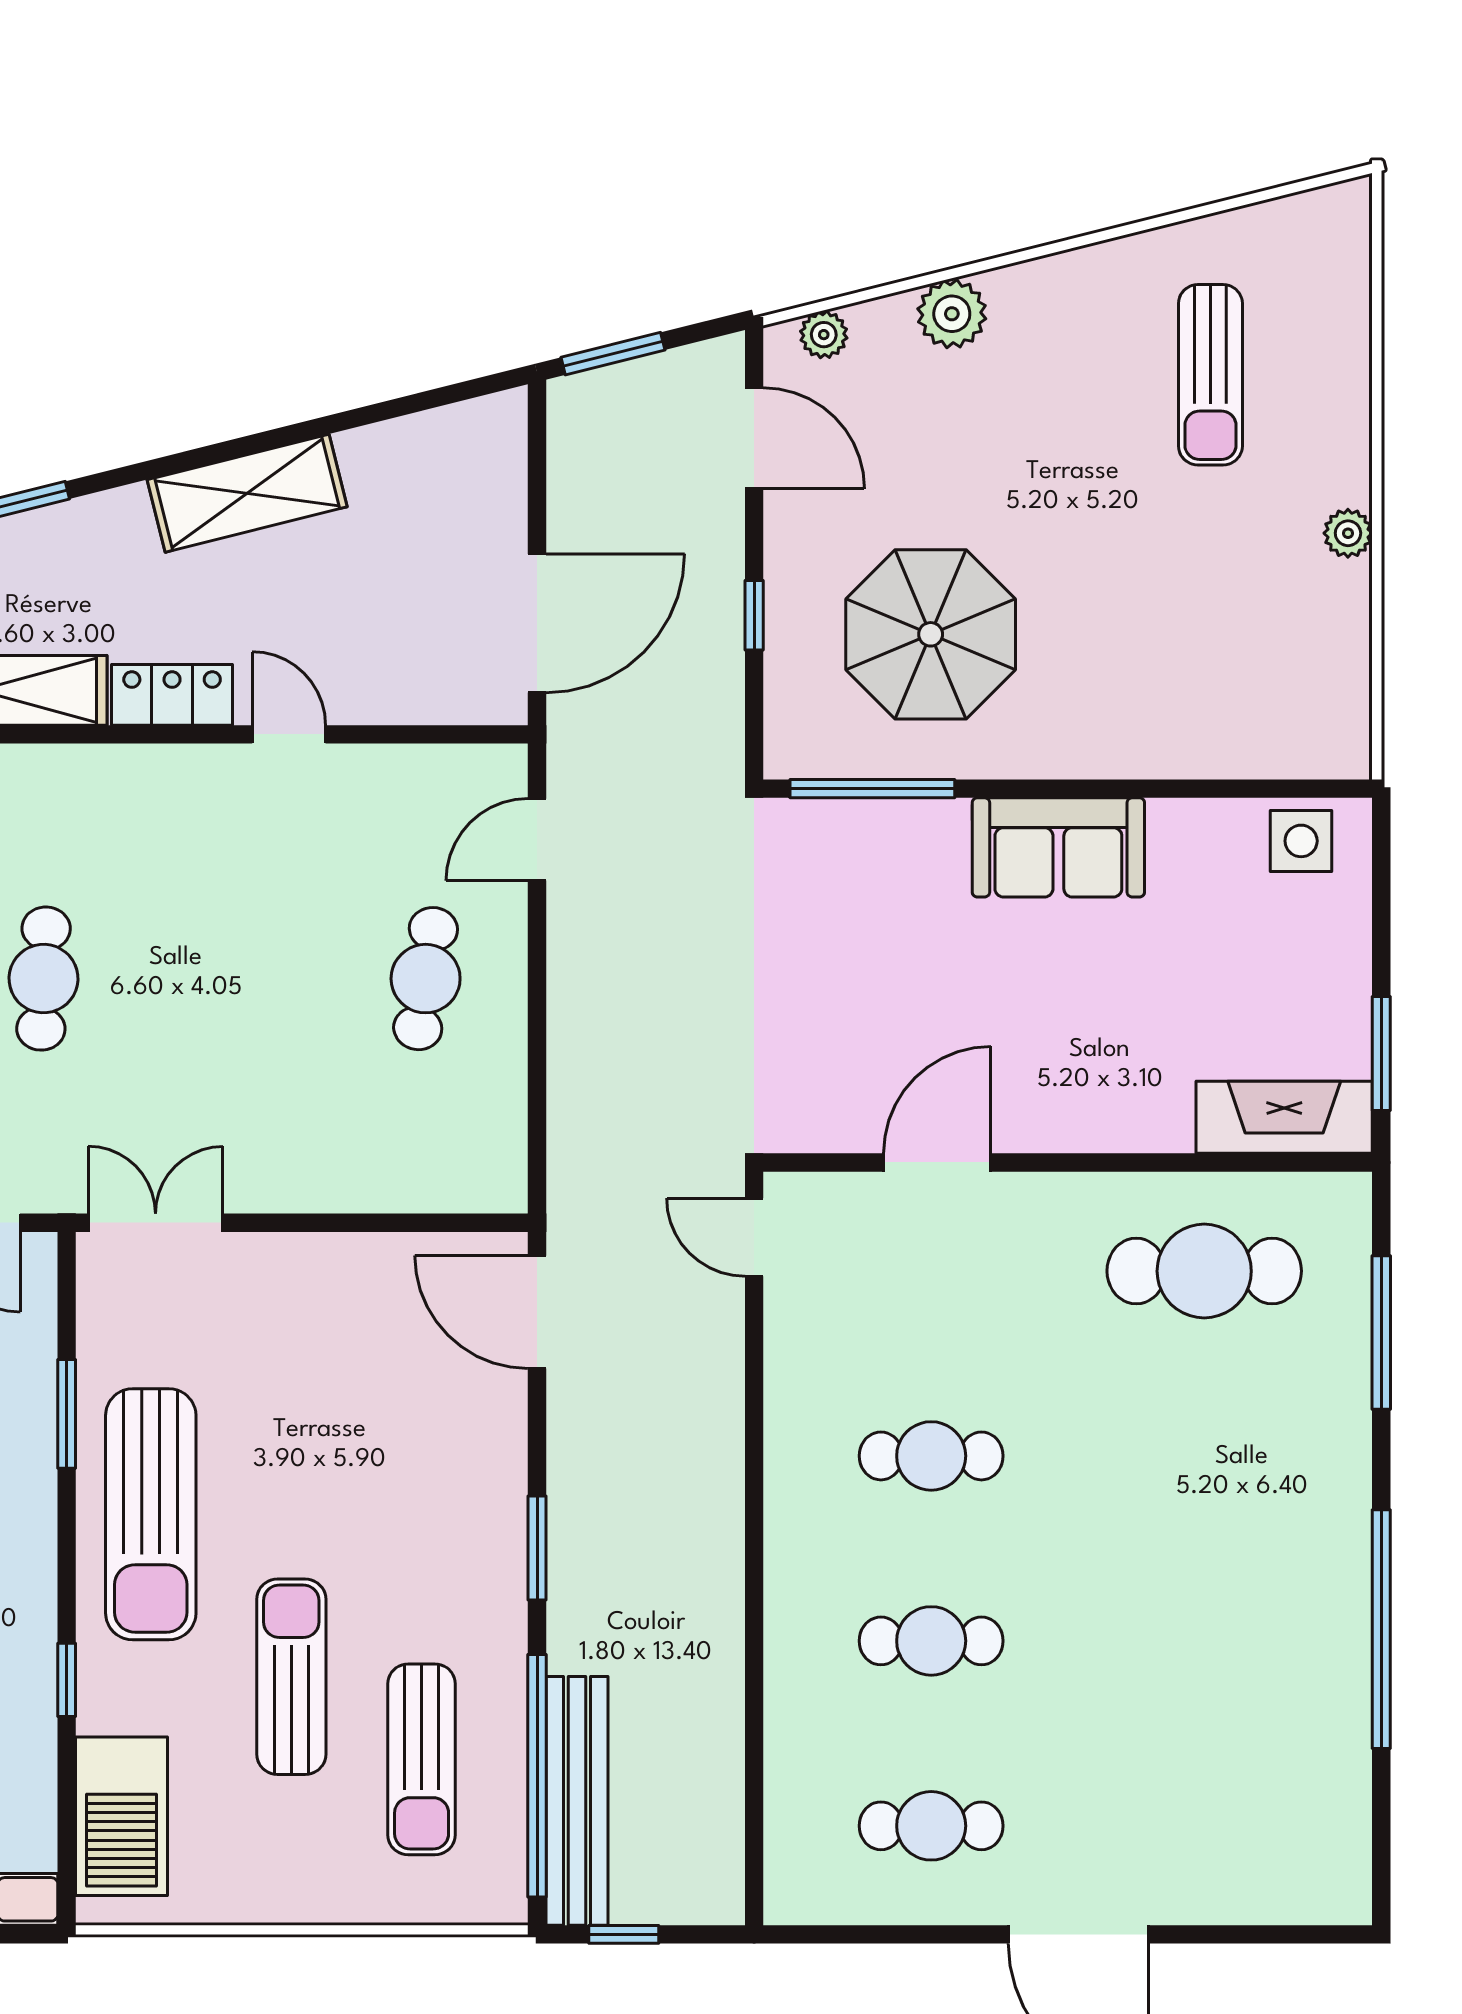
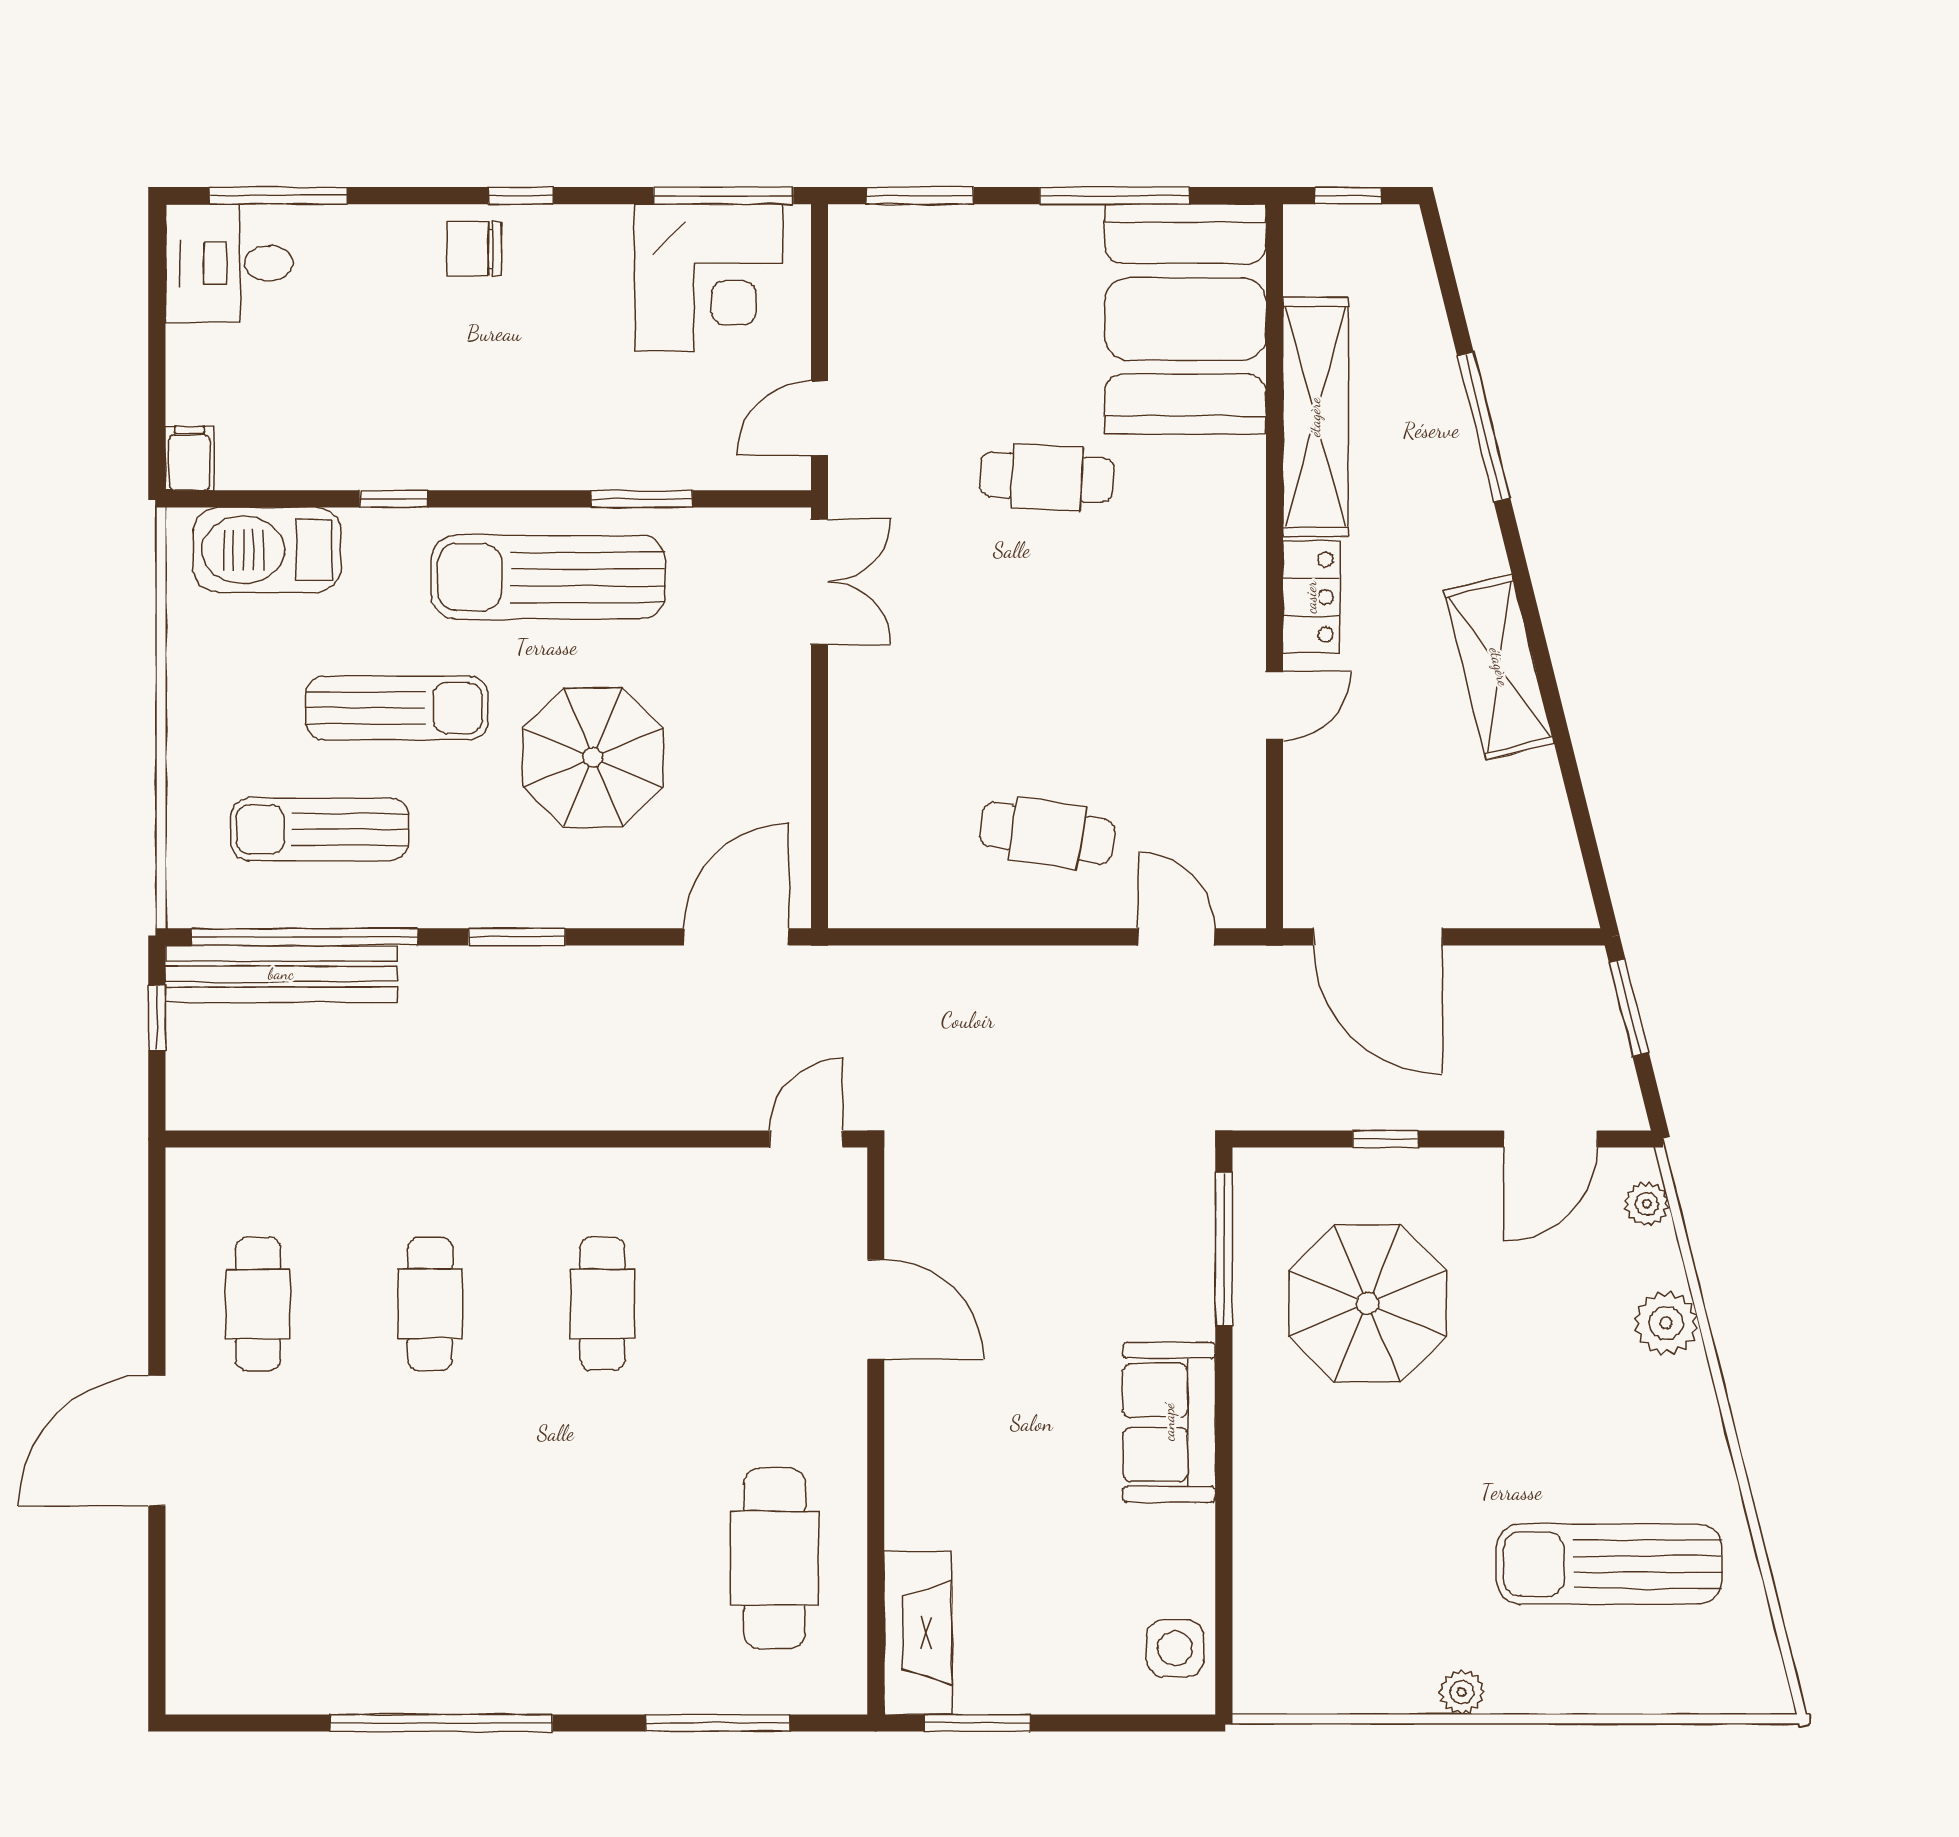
sun lounger: (1210, 375) -> (1609, 1564), width x1.36, depth x1.34
parasol: (344, 1466) -> (593, 757), added

